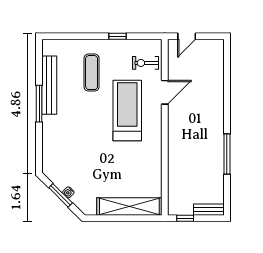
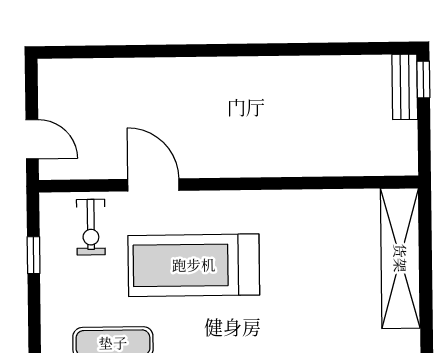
window: (117, 36) -> (34, 255), moved
window: (227, 154) -> (285, 49), removed
window: (185, 218) -> (423, 80), moved

